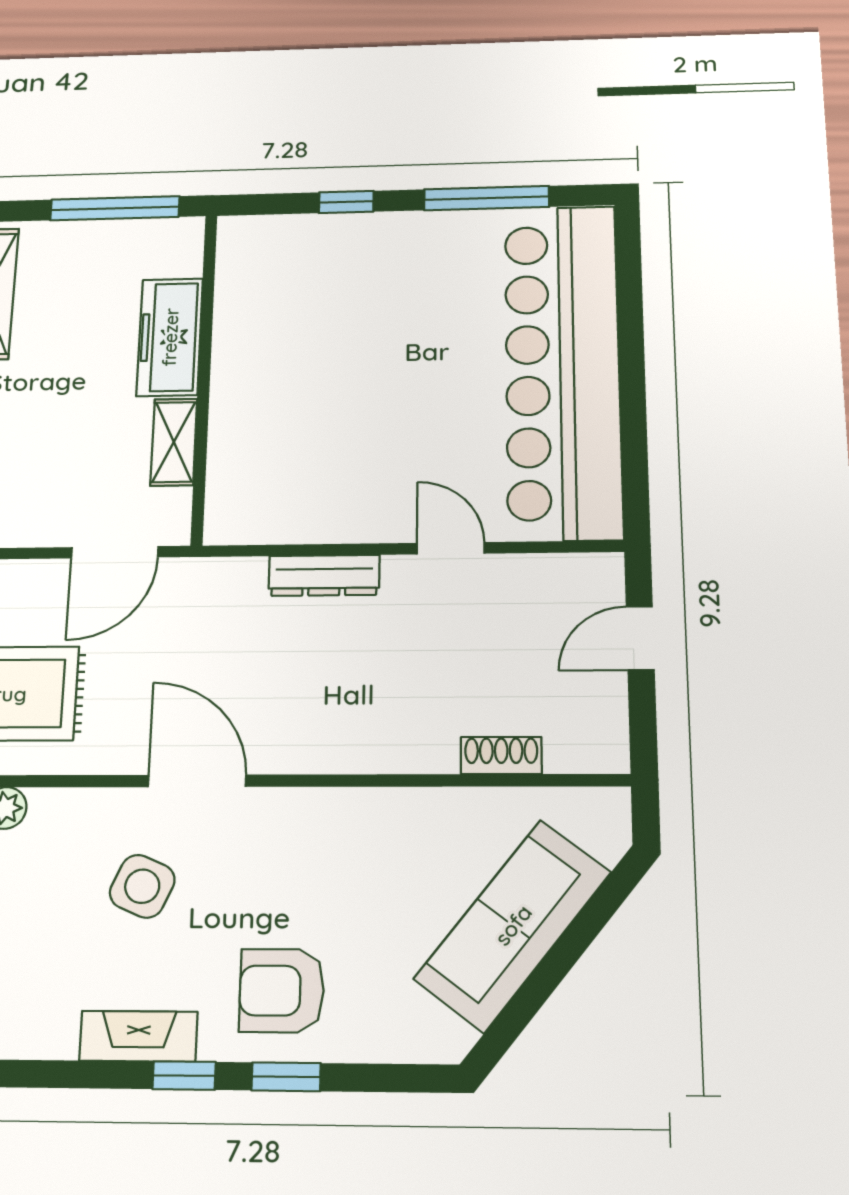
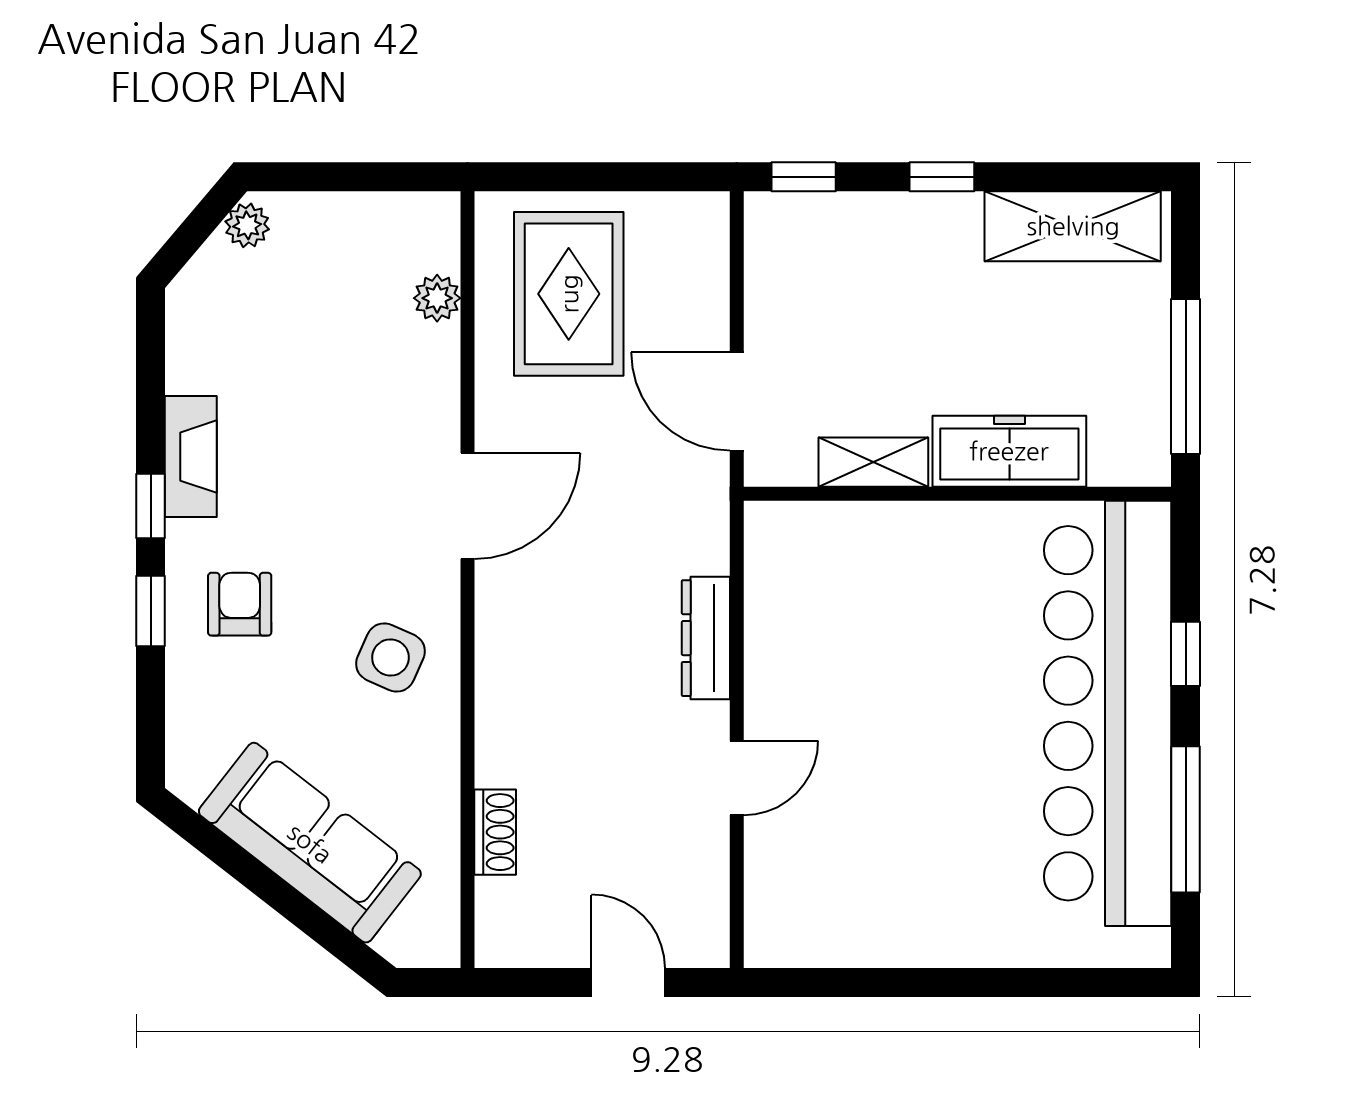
bar counter: (563, 370) -> (1108, 713), moved, turned -90
side table: (142, 886) -> (390, 657), moved
armchair: (282, 991) -> (240, 604), width x0.72, depth x0.72

